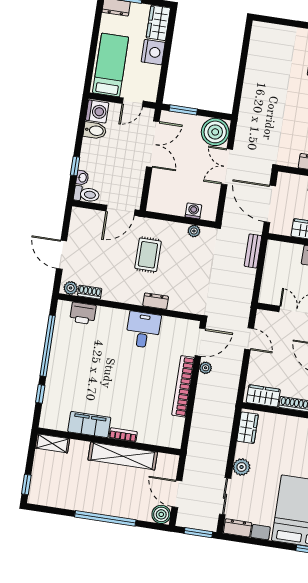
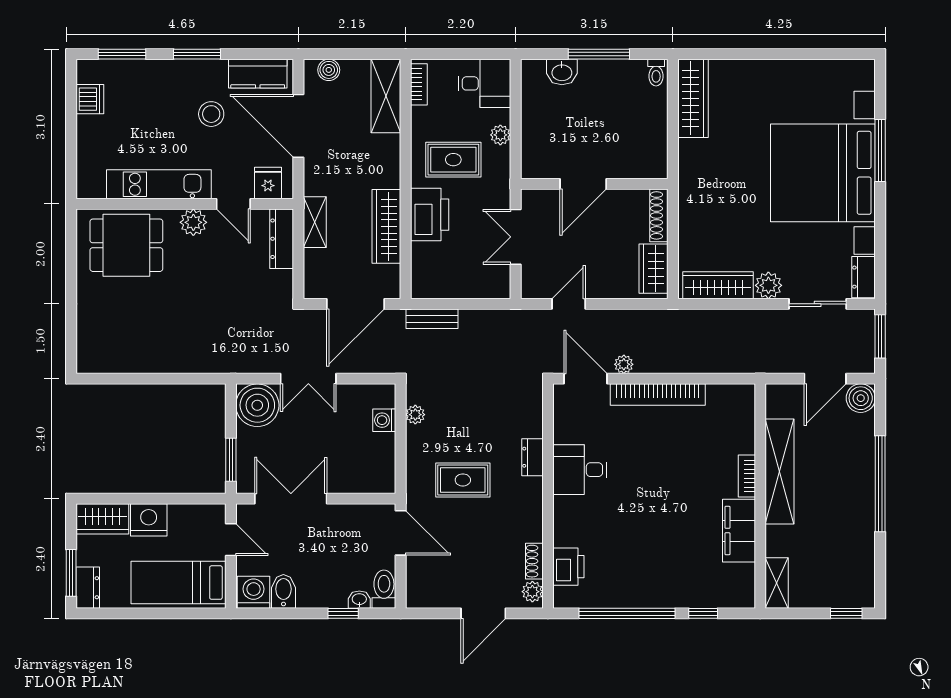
wardrobe: (248, 428) -> (718, 285), width x1.50

